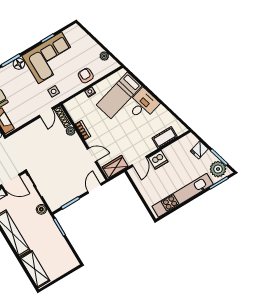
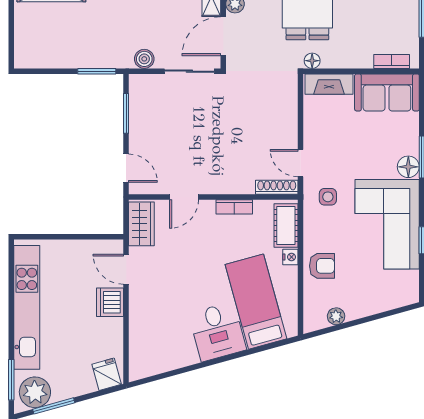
plant: (71, 131) -> (245, 185), removed
cot: (165, 137) -> (286, 225), moved
fridge: (199, 150) -> (107, 374), moved

